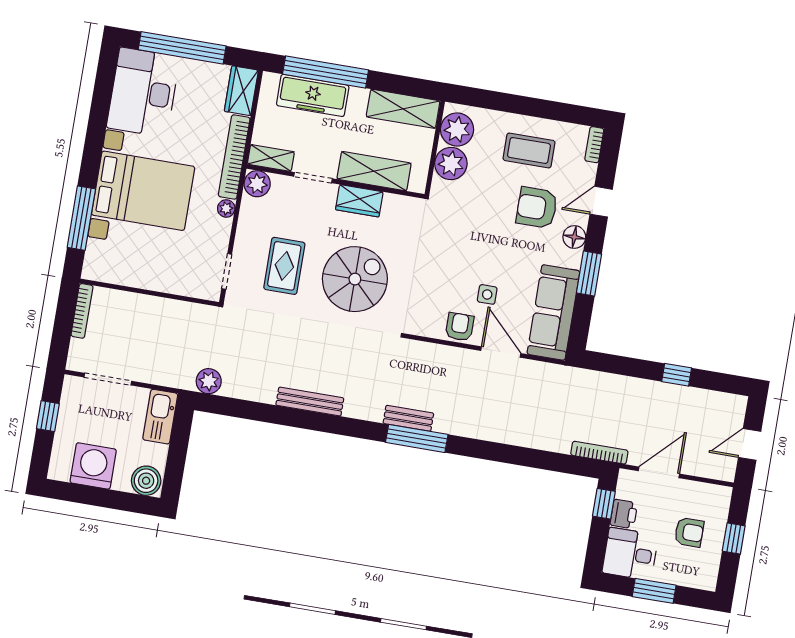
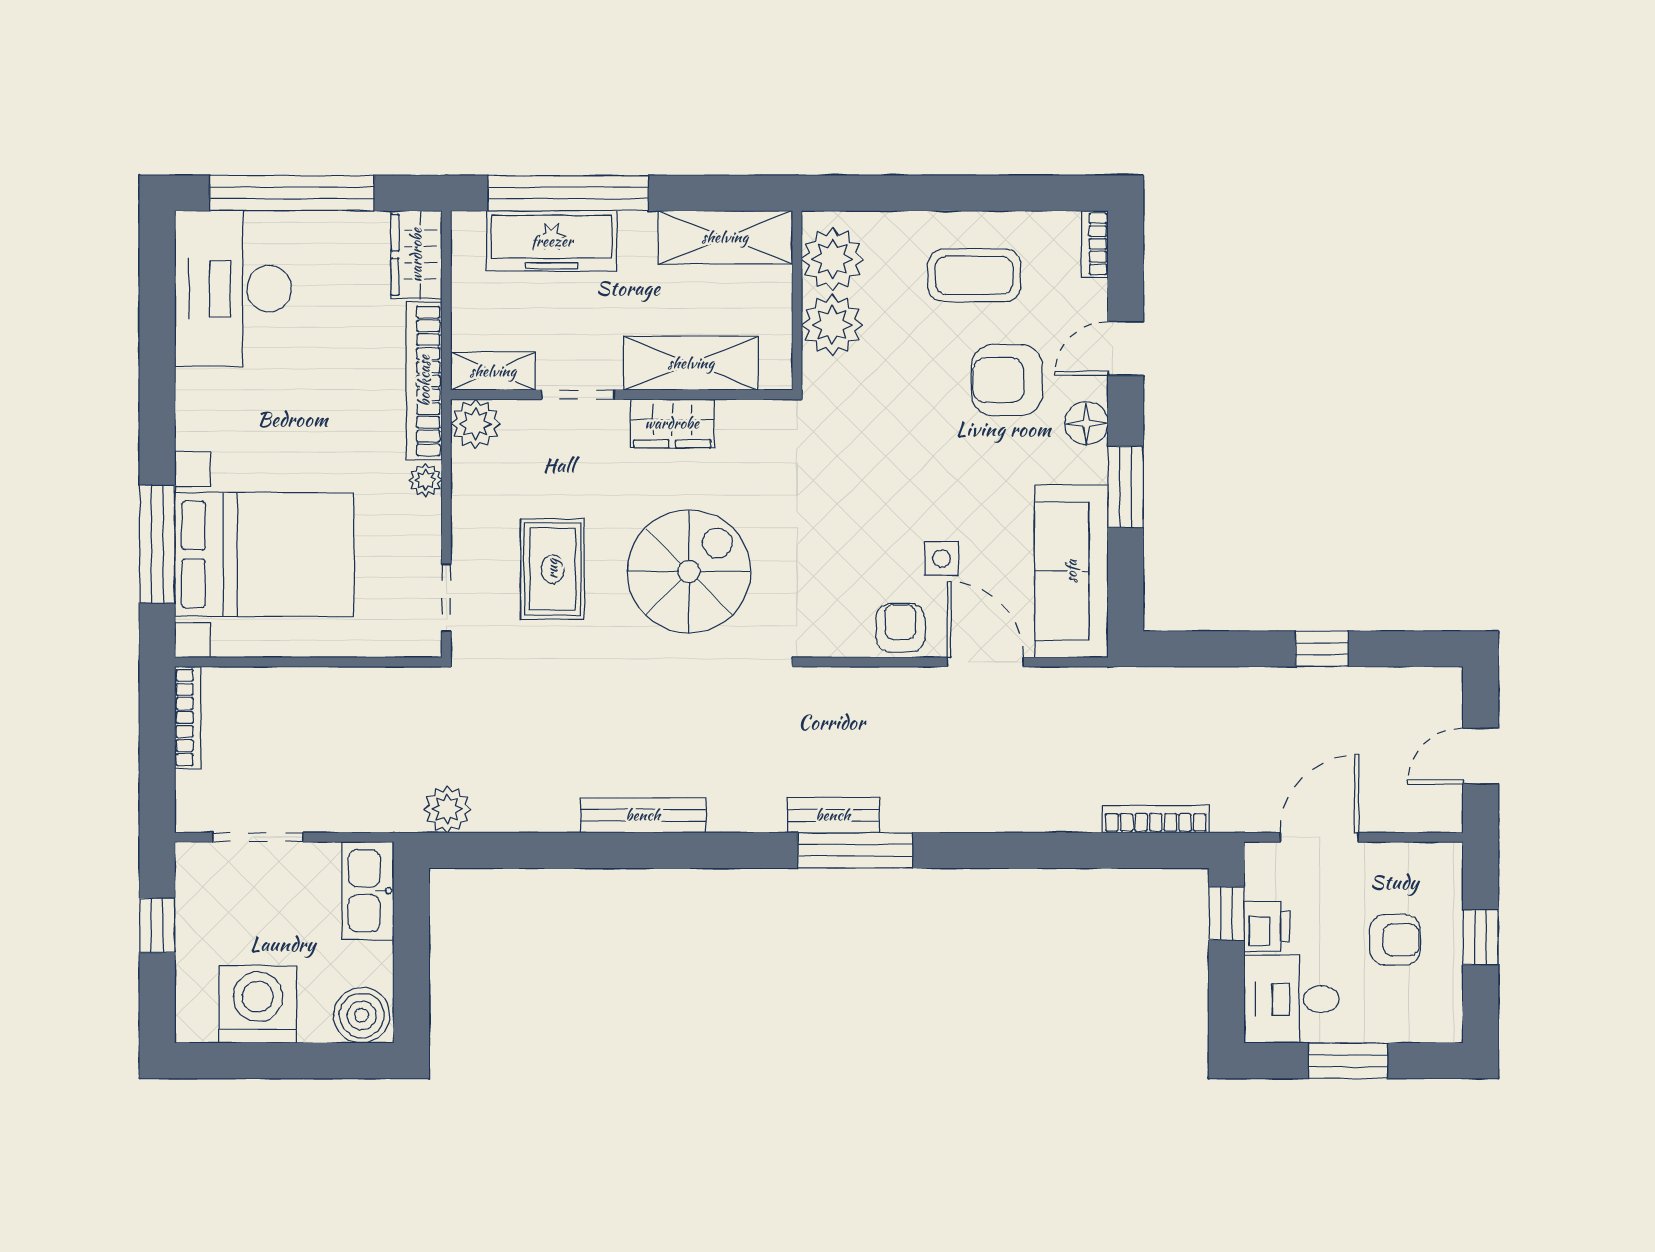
bed with nightstands: (143, 191) -> (264, 554), moved
bookcase: (599, 453) -> (1156, 819), moved

